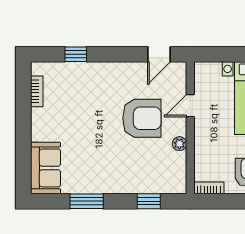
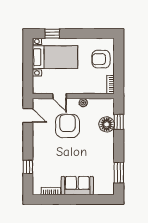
sofa: (45, 168) -> (77, 186), moved
floor lamp: (144, 181) -> (107, 124), added
window: (87, 201) -> (119, 173), moved

